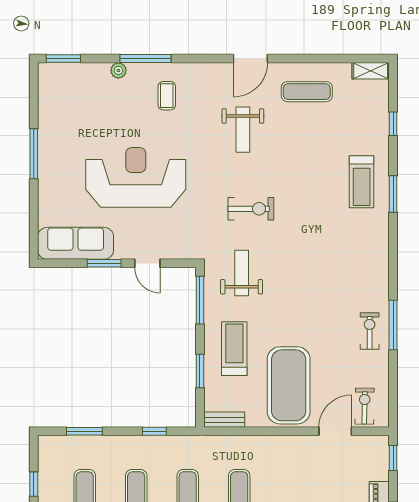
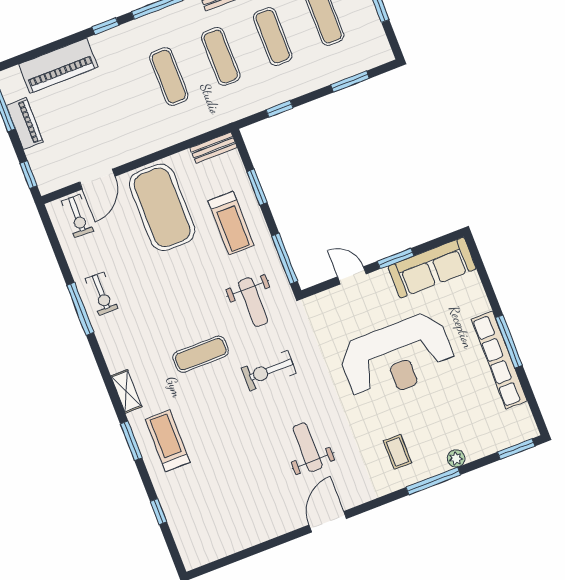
shelving: (371, 71) -> (126, 391), moved, turned 90
exercise mat: (307, 92) -> (201, 354), moved
row of seats: (48, 141) -> (499, 360), added

